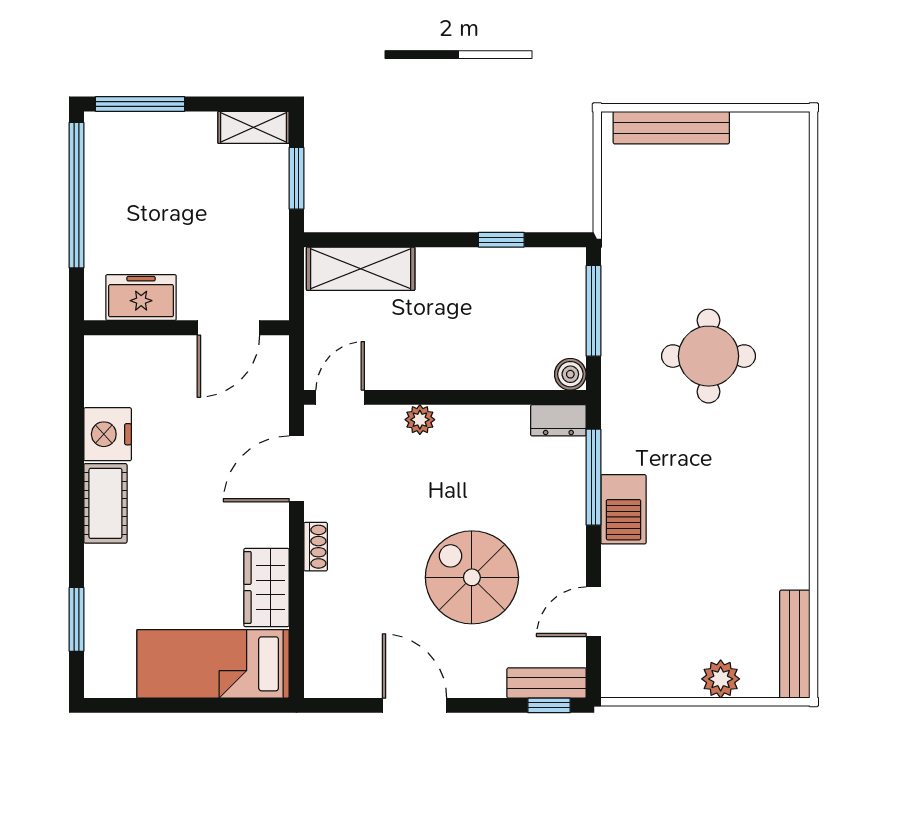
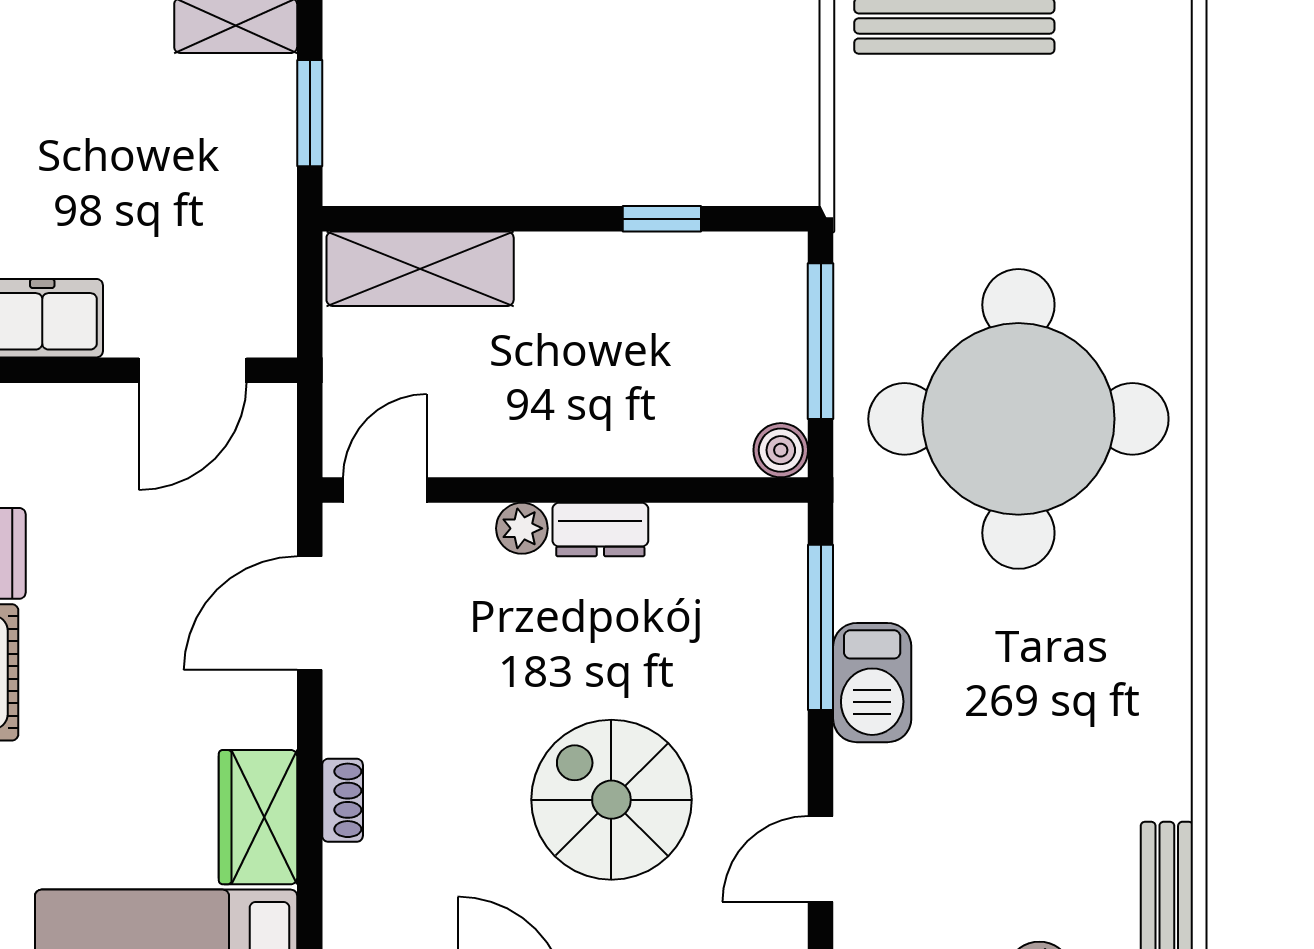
round table: (709, 356) -> (1018, 419), width x1.86, depth x1.86
dresser: (558, 420) -> (600, 529), moved
shoe rack: (316, 547) -> (343, 800), moved

